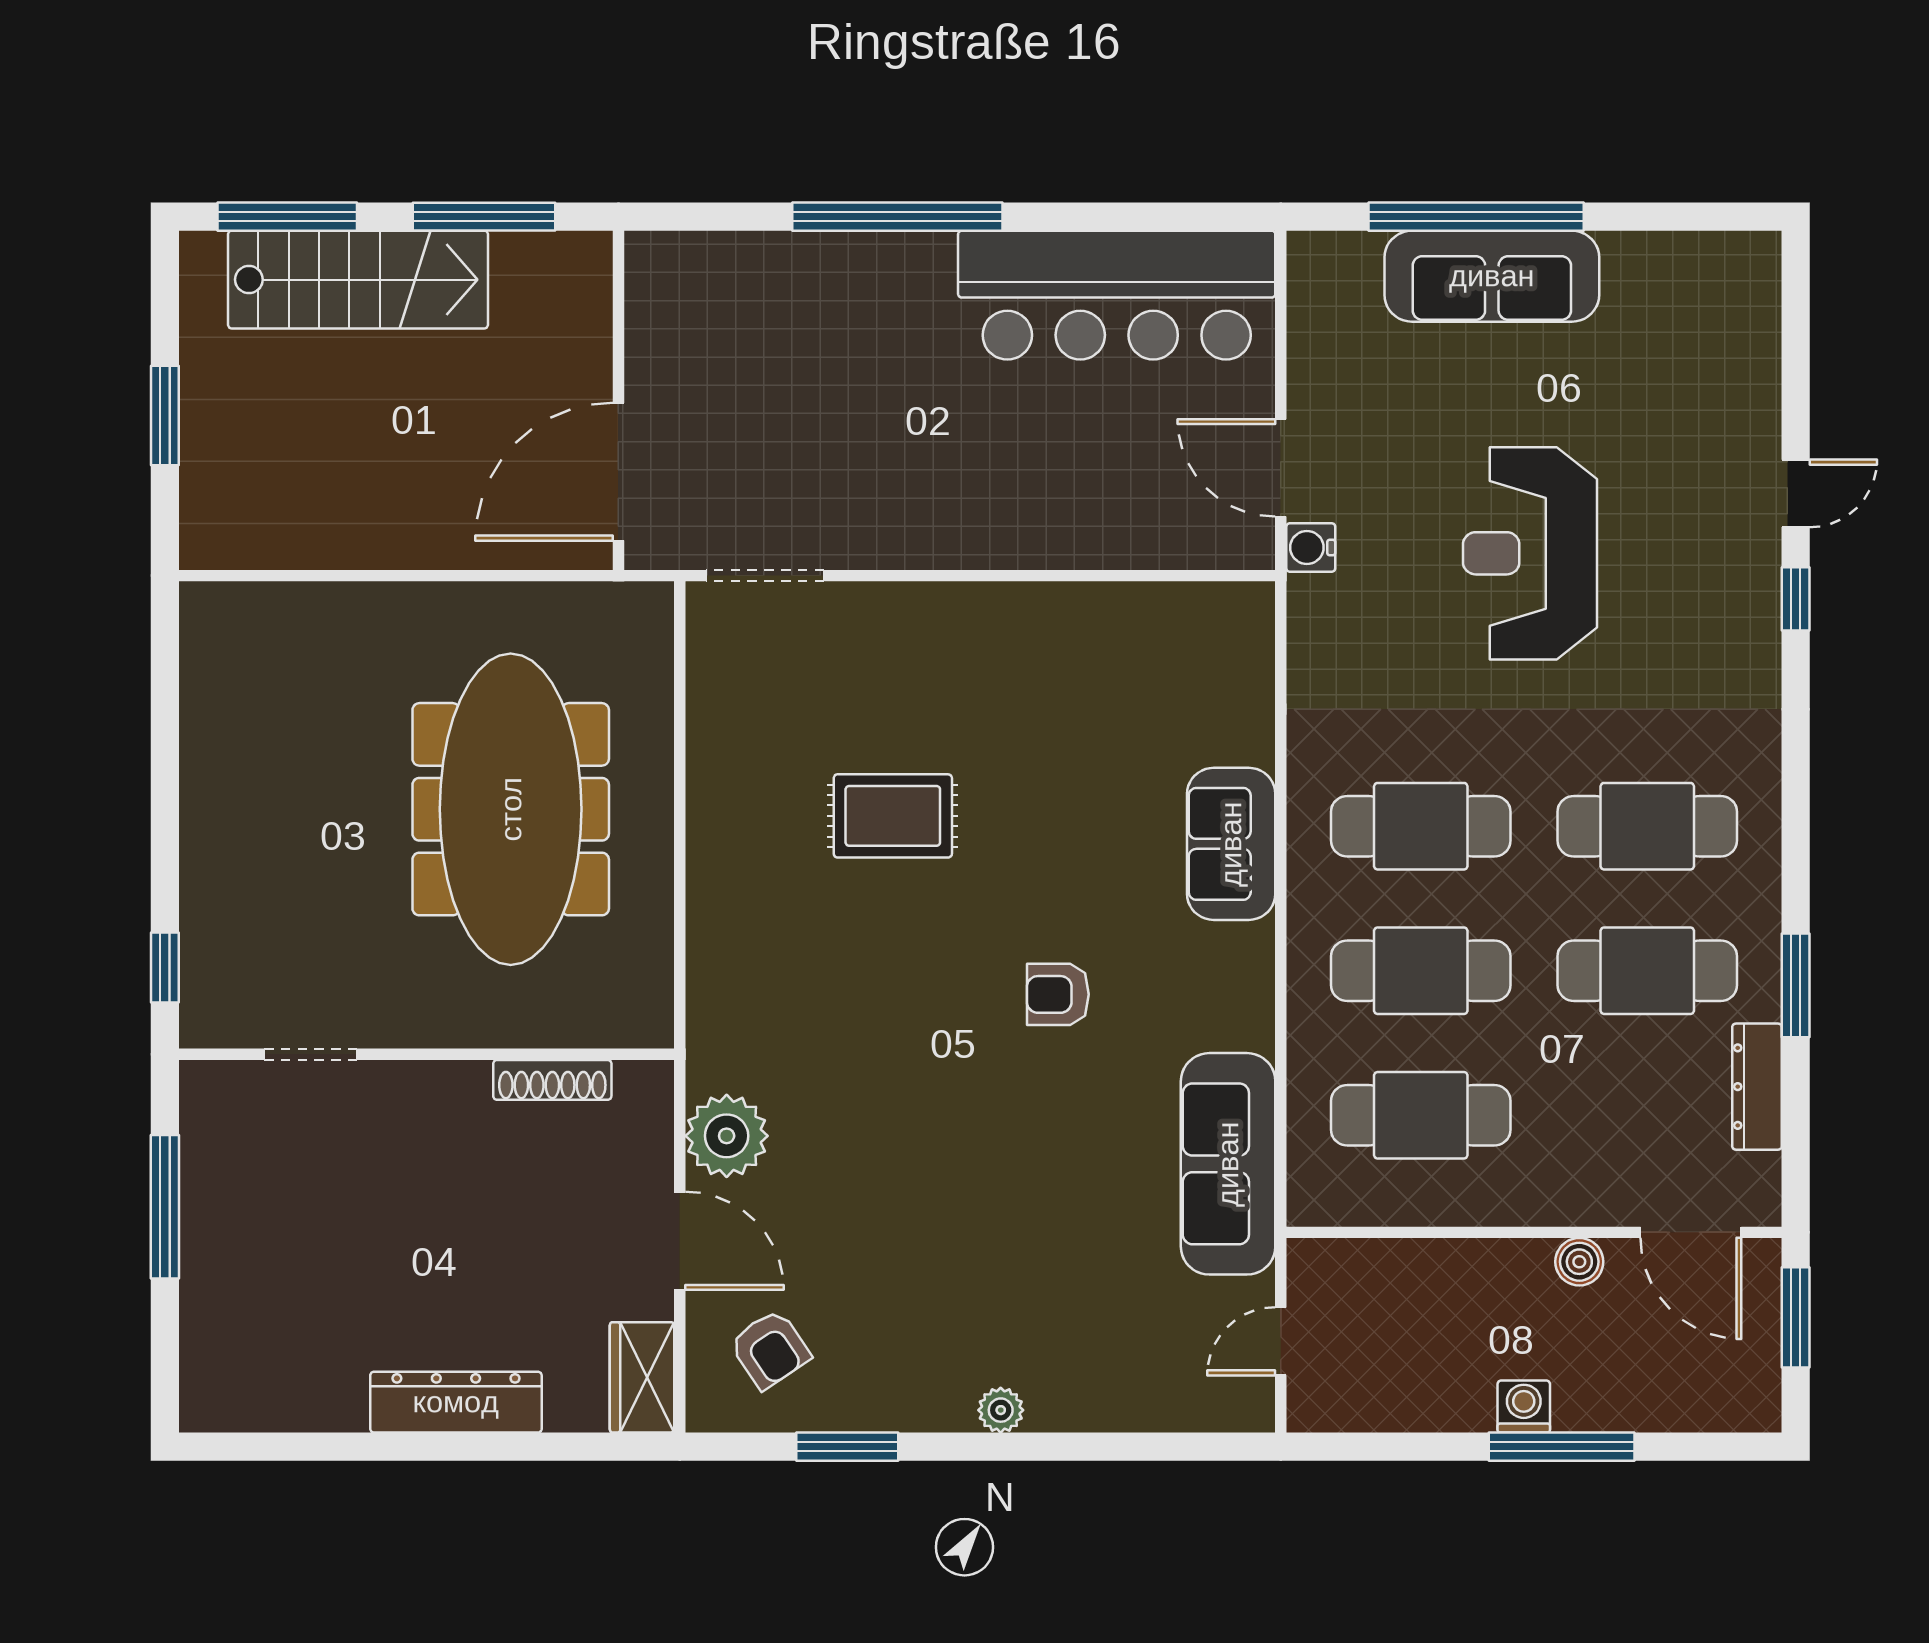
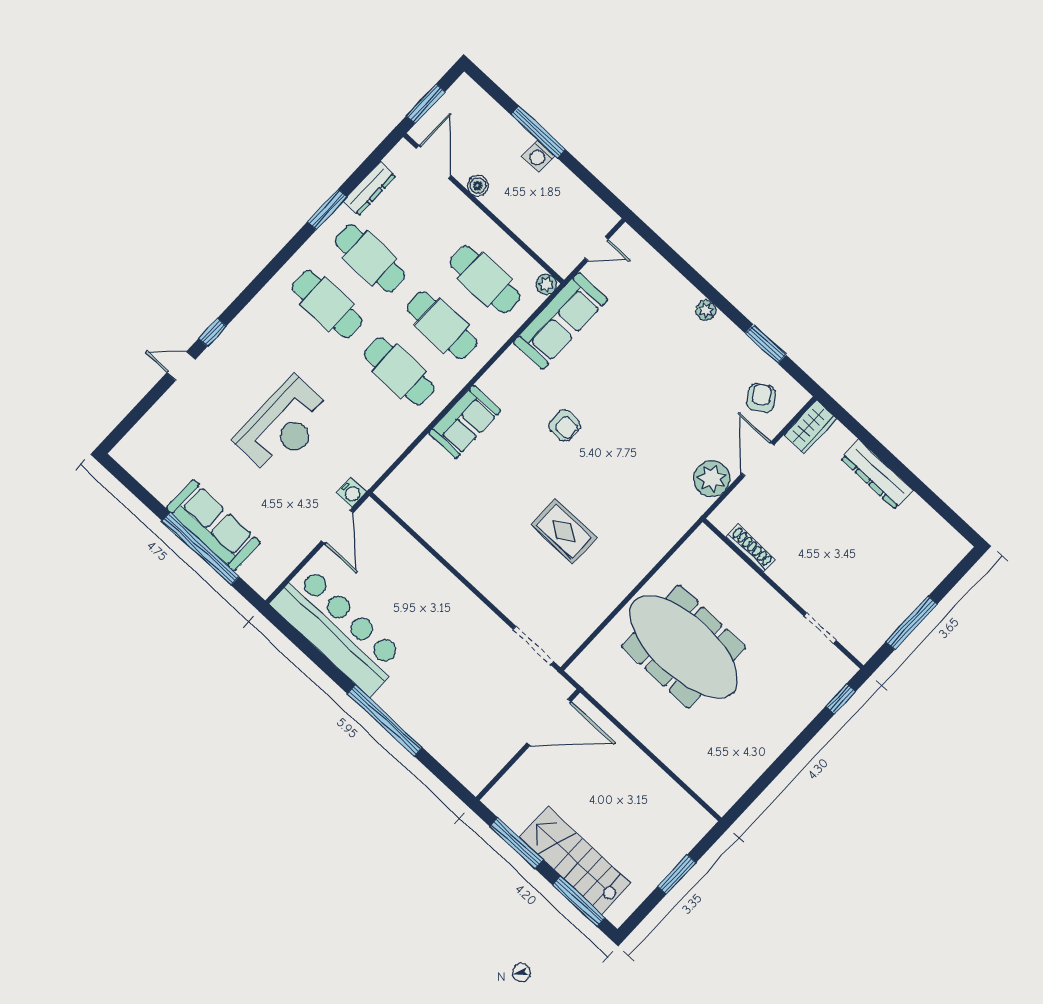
meeting table: (511, 809) -> (684, 647), turned 90
plant: (1310, 1204) -> (546, 284), added

